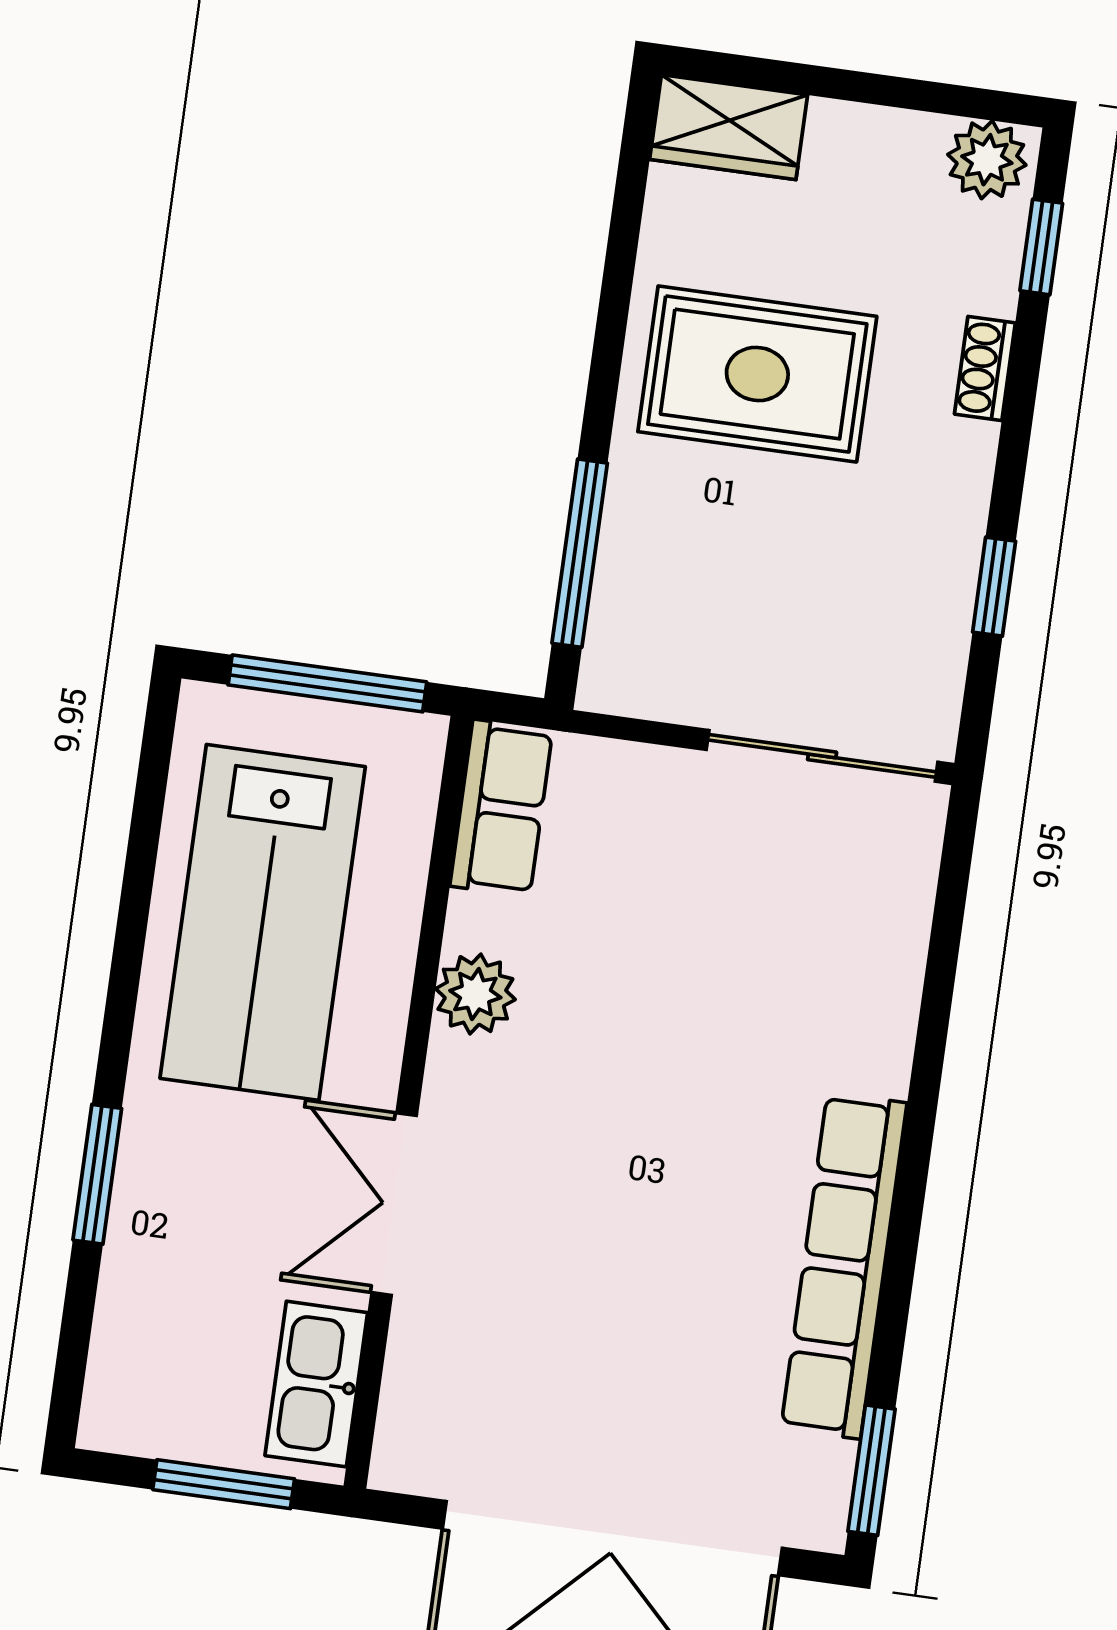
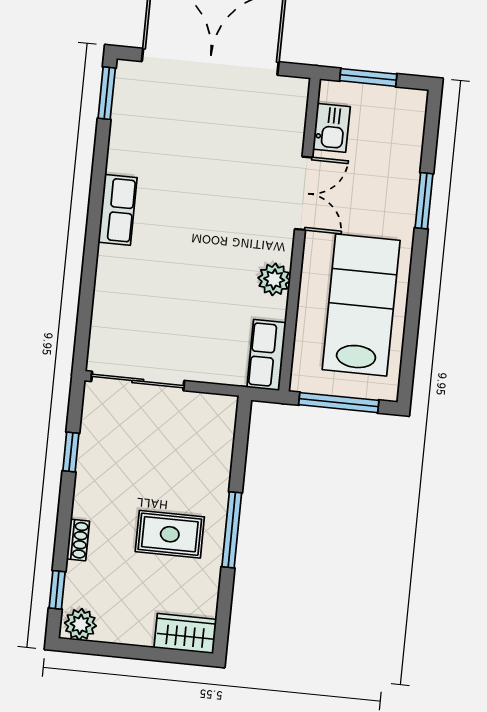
rug: (757, 374) -> (170, 534), width x0.73, depth x0.70
window: (580, 553) -> (232, 530), moved
row of seats: (844, 1266) -> (118, 210), width x0.50
kitchen sink: (316, 1384) -> (331, 128), width x0.73

